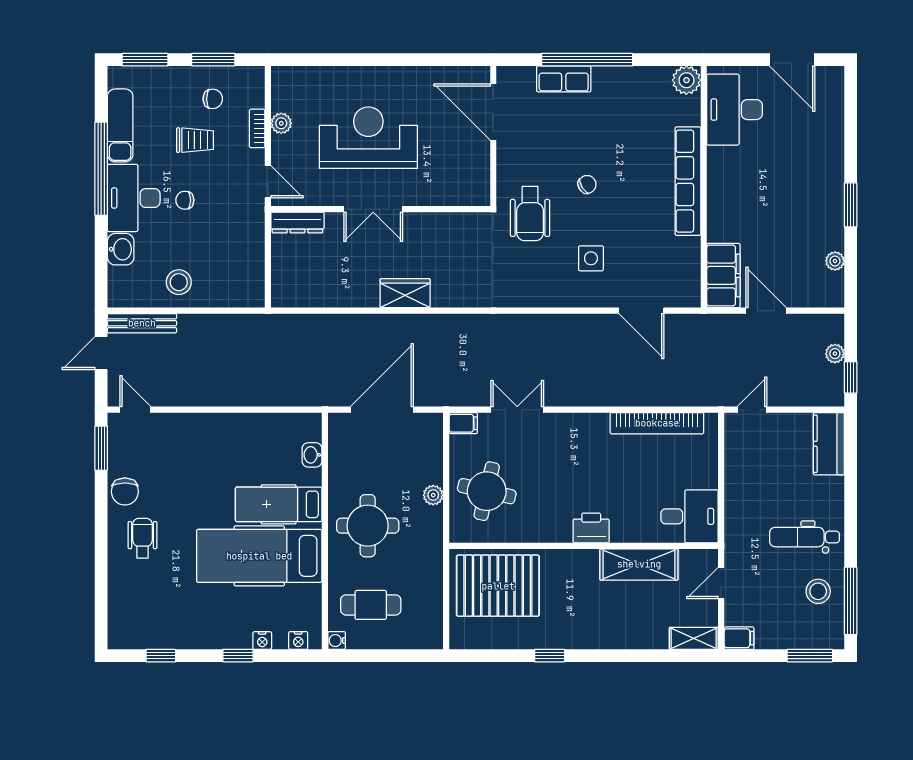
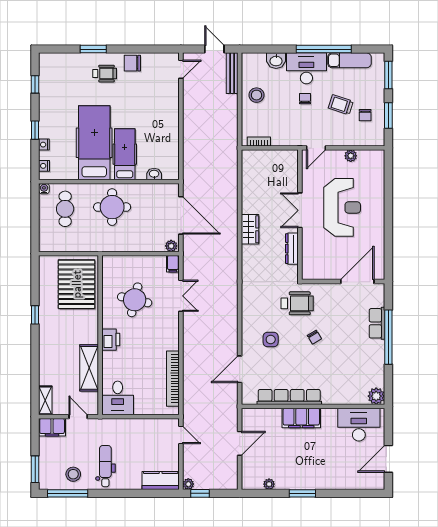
bookcase: (257, 128) -> (259, 142), moved
trolley: (195, 140) -> (341, 105), turned 108
row of seats: (688, 181) -> (289, 397), moved
wheelchair: (530, 214) -> (297, 303), turned 180
dresser: (297, 222) -> (292, 249), moved
filing cabinet: (723, 275) -> (301, 418), moved
plant: (835, 354) -> (188, 484), moved
window: (101, 448) -> (93, 49), moved
round table: (487, 491) -> (135, 300), moved
plant: (433, 495) -> (171, 246), moved
filing cabinet: (739, 638) -> (52, 427), width x2.00

